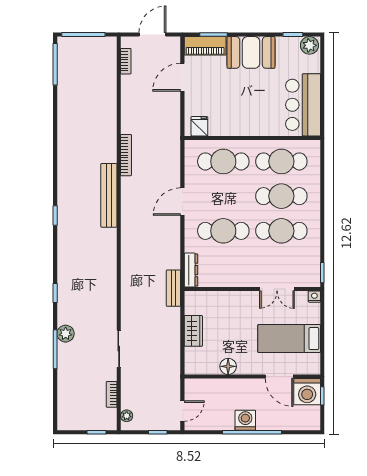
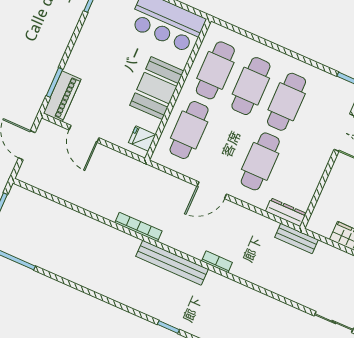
booth: (251, 52) -> (157, 88), moved
bookcase: (126, 61) -> (217, 262), moved
door: (182, 202) -> (212, 190), hinge flipped

